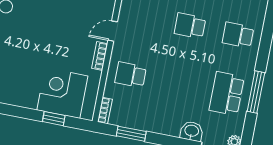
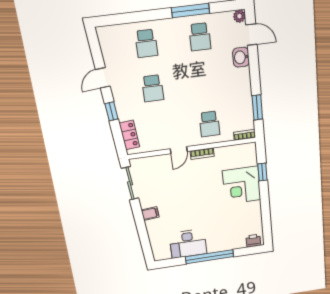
door: (113, 31) -> (179, 150), hinge flipped
corner desk: (62, 93) -> (242, 185), moved
school desk: (227, 93) -> (200, 37), width x0.54

